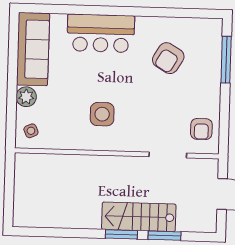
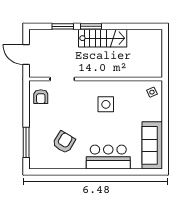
plant: (26, 97) -> (156, 114), removed
armchair: (201, 129) -> (41, 97), turned 180
stairs: (139, 217) -> (103, 38), moved

